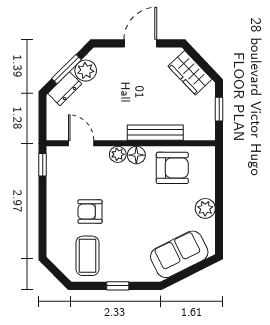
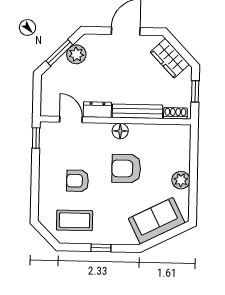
dresser: (65, 89) -> (97, 110), moved, turned -135
shoe rack: (198, 134) -> (175, 113), added
plant: (118, 154) -> (104, 130), removed
armchair: (172, 168) -> (126, 168), moved, turned 180
coffee table: (88, 256) -> (75, 220), turned 90

